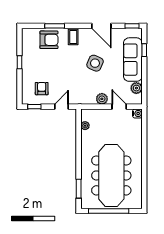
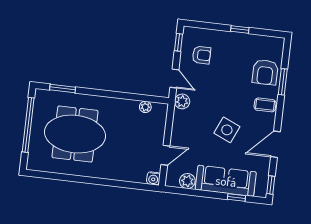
plant: (102, 99) -> (182, 101), moved
meeting table: (111, 175) -> (75, 134), width x0.73

